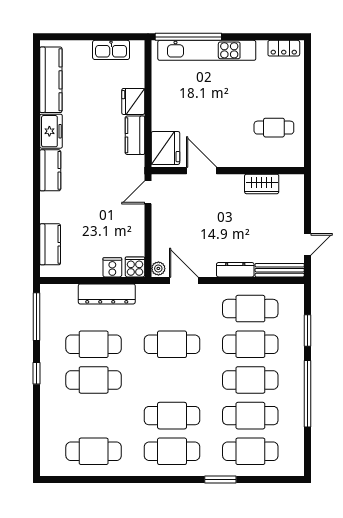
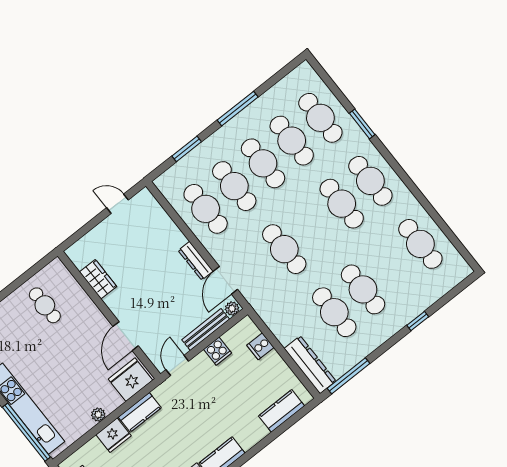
plant: (158, 102) -> (98, 415), added
door: (148, 192) -> (177, 365), swing flipped
cooker: (135, 267) -> (218, 351), moved, turned -90
dresser: (235, 270) -> (196, 261), moved
bench: (280, 270) -> (206, 329), moved, turned 90
dresser: (107, 294) -> (310, 365), moved
window: (36, 373) -> (418, 321), moved
window: (308, 394) -> (238, 109), width x0.68

